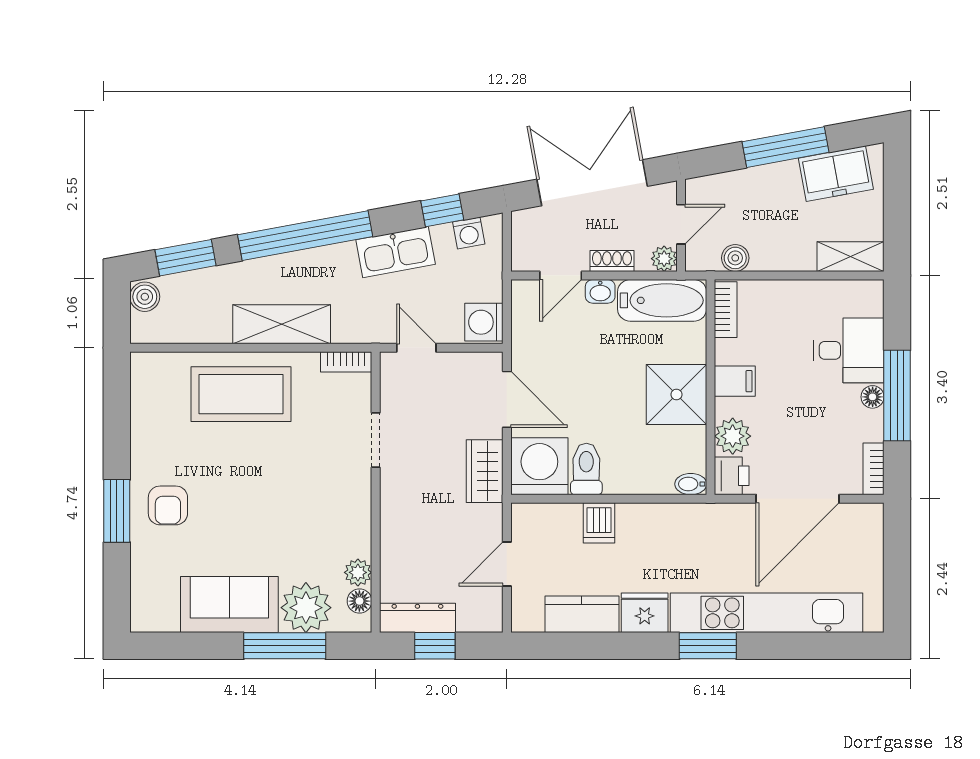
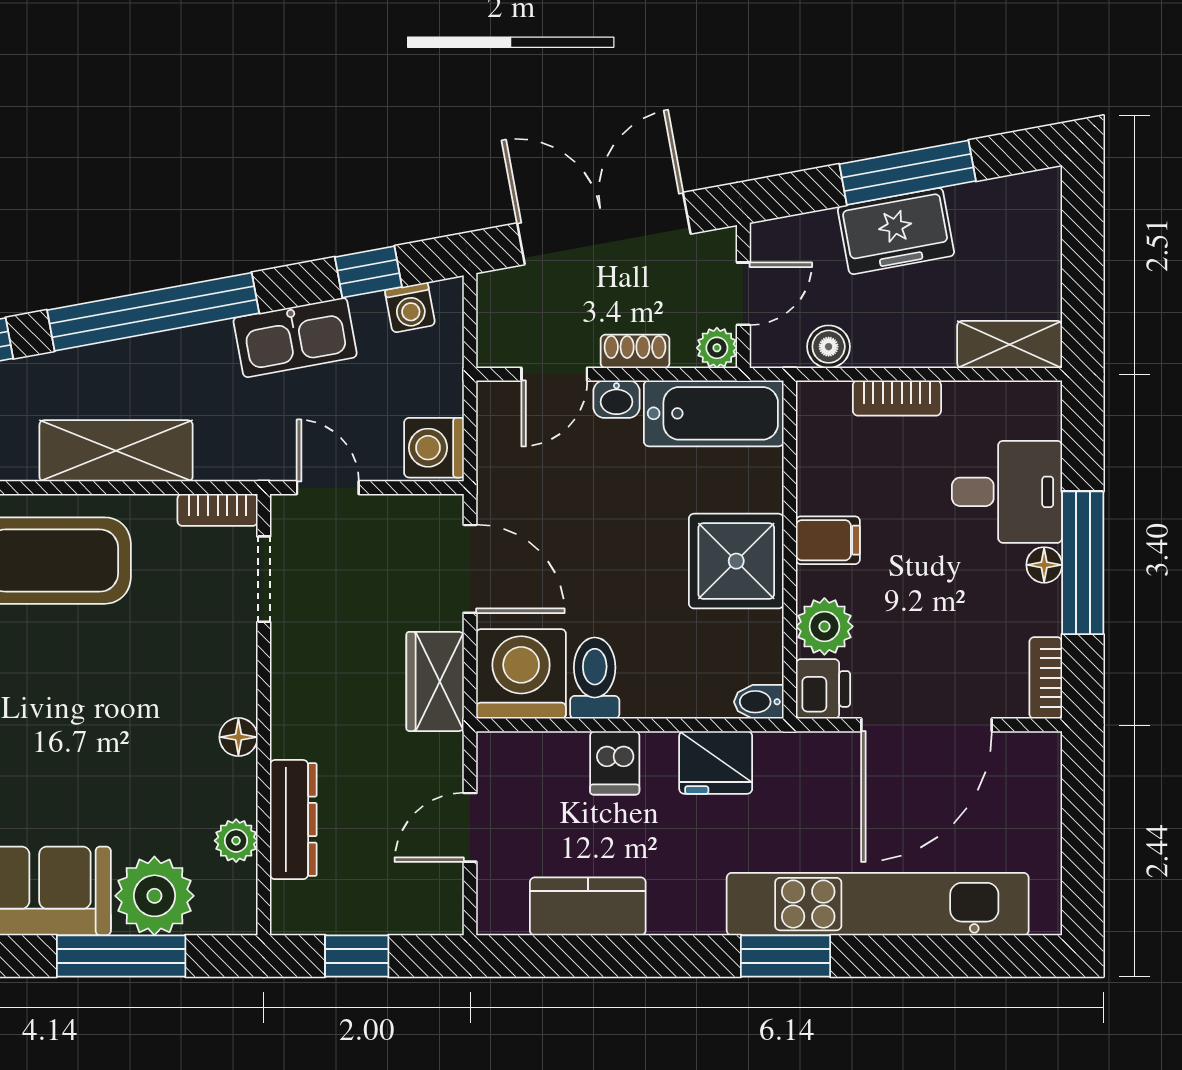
freezer: (836, 174) -> (896, 231), moved
bookcase: (726, 310) -> (897, 398), moved, turned 90
doorway: (376, 440) -> (264, 579), moved
floor lamp: (359, 601) -> (238, 737), moved
fridge: (645, 613) -> (716, 762), moved, turned 180
dresser: (417, 618) -> (293, 820), moved, turned 90

